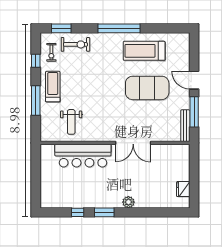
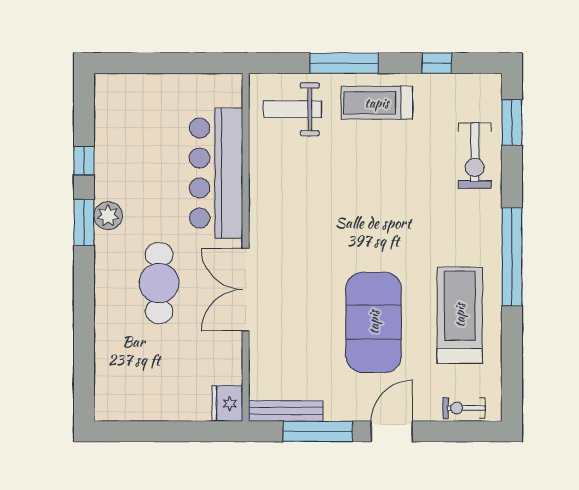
exercise bike: (51, 52) -> (464, 408), moved
treadmill: (53, 87) -> (377, 103), turned 180
weight bench: (71, 122) -> (292, 109), moved
cafe table: (130, 180) -> (159, 283), added
fridge: (183, 189) -> (227, 404), moved, turned -90
plant: (128, 202) -> (108, 216), moved

